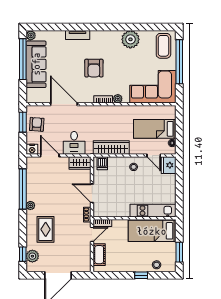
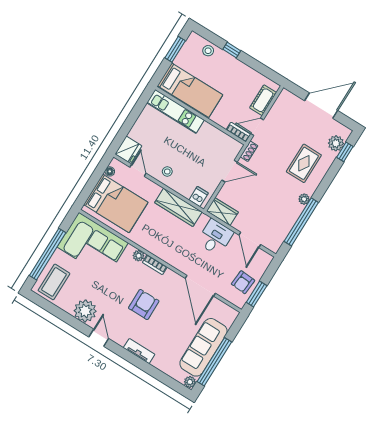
door: (110, 27) -> (99, 338), added
bed: (155, 129) -> (116, 203), width x1.50
nightstand: (32, 149) -> (265, 259), removed
door: (92, 193) -> (230, 171), hinge flipped

